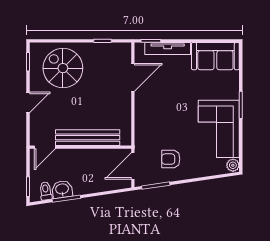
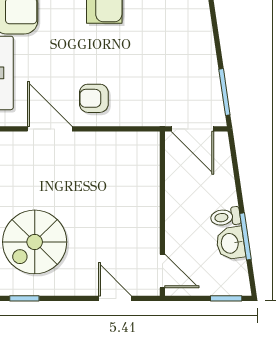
door: (28, 102) -> (115, 298), moved
bench: (88, 138) -> (147, 202), removed
armchair: (171, 159) -> (94, 98), moved, turned 90
toilet: (46, 191) -> (225, 217), moved

